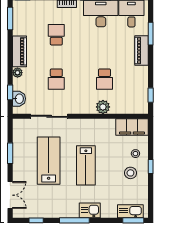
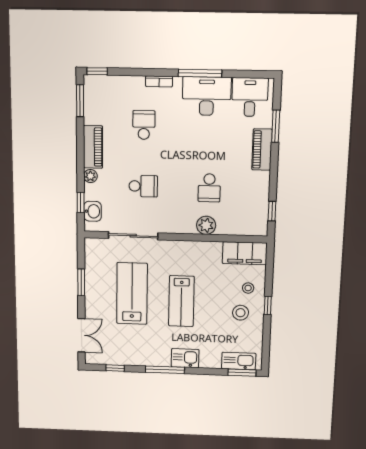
school desk: (56, 79) -> (143, 186), turned -90

